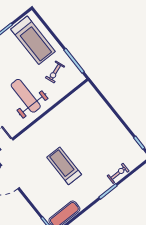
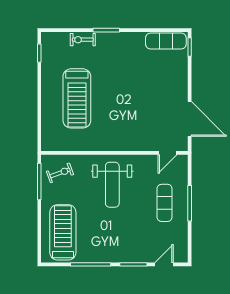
exercise bike: (55, 72) -> (60, 173), moved
treadmill: (64, 166) -> (77, 98), moved, width x1.37, depth x1.38

